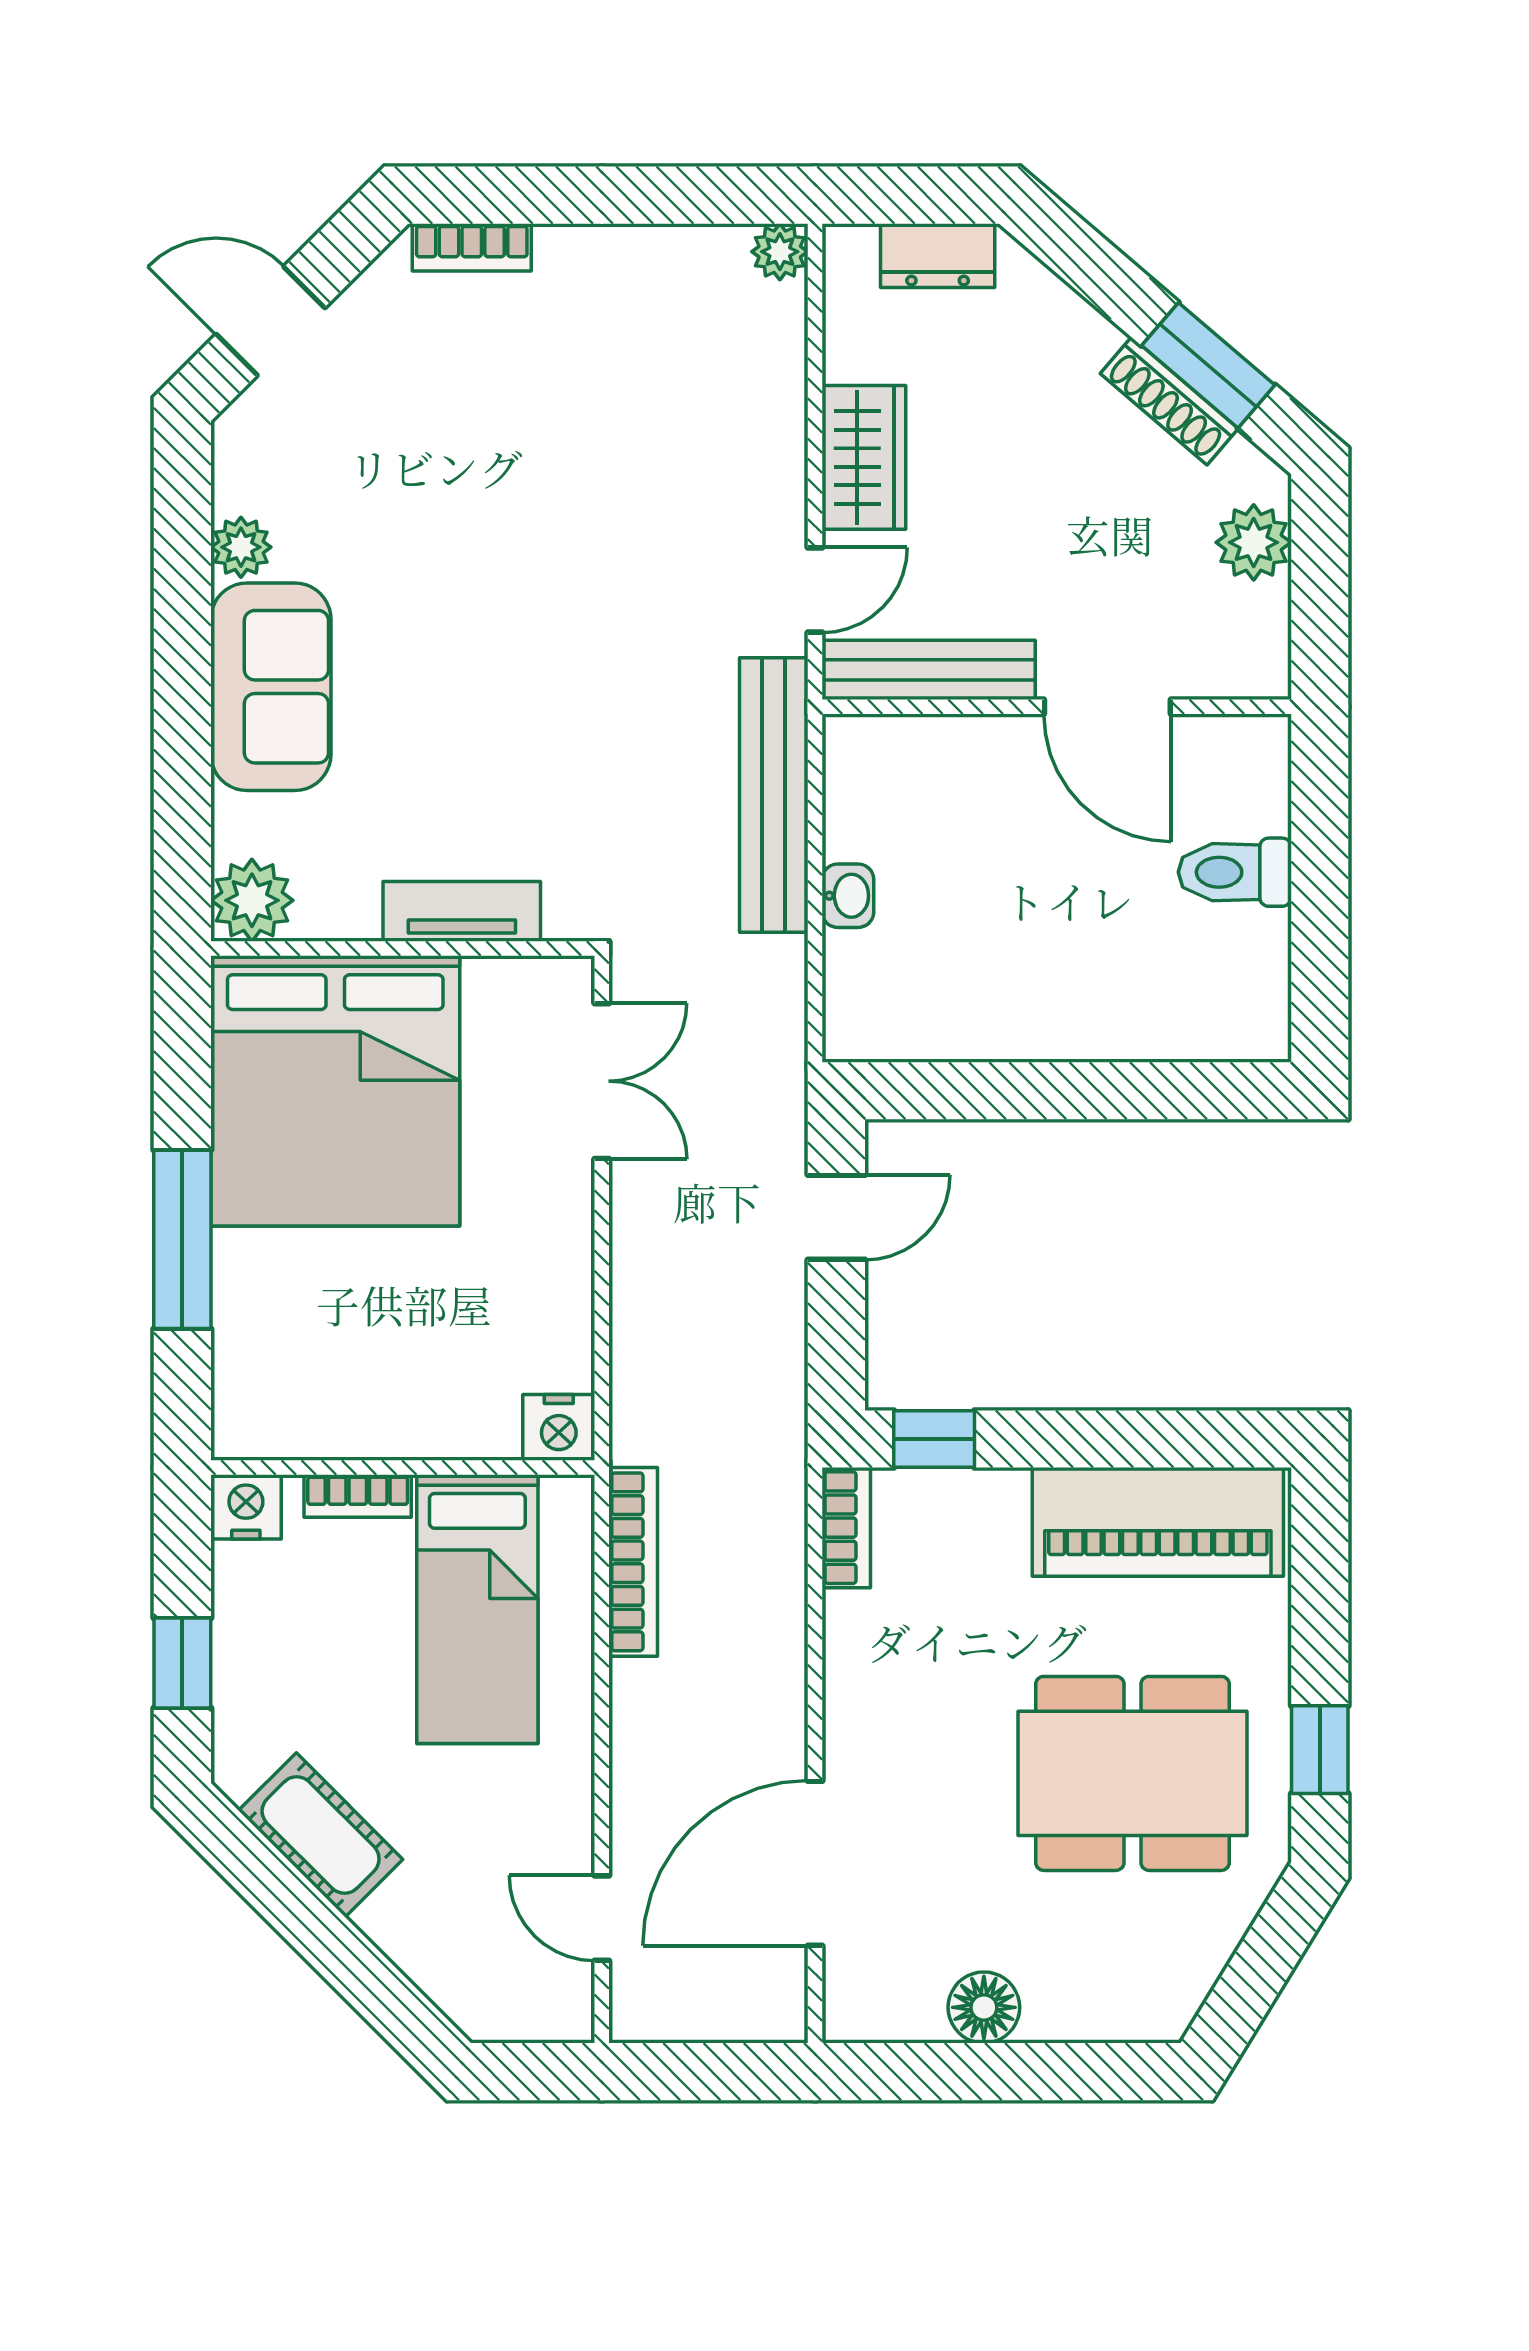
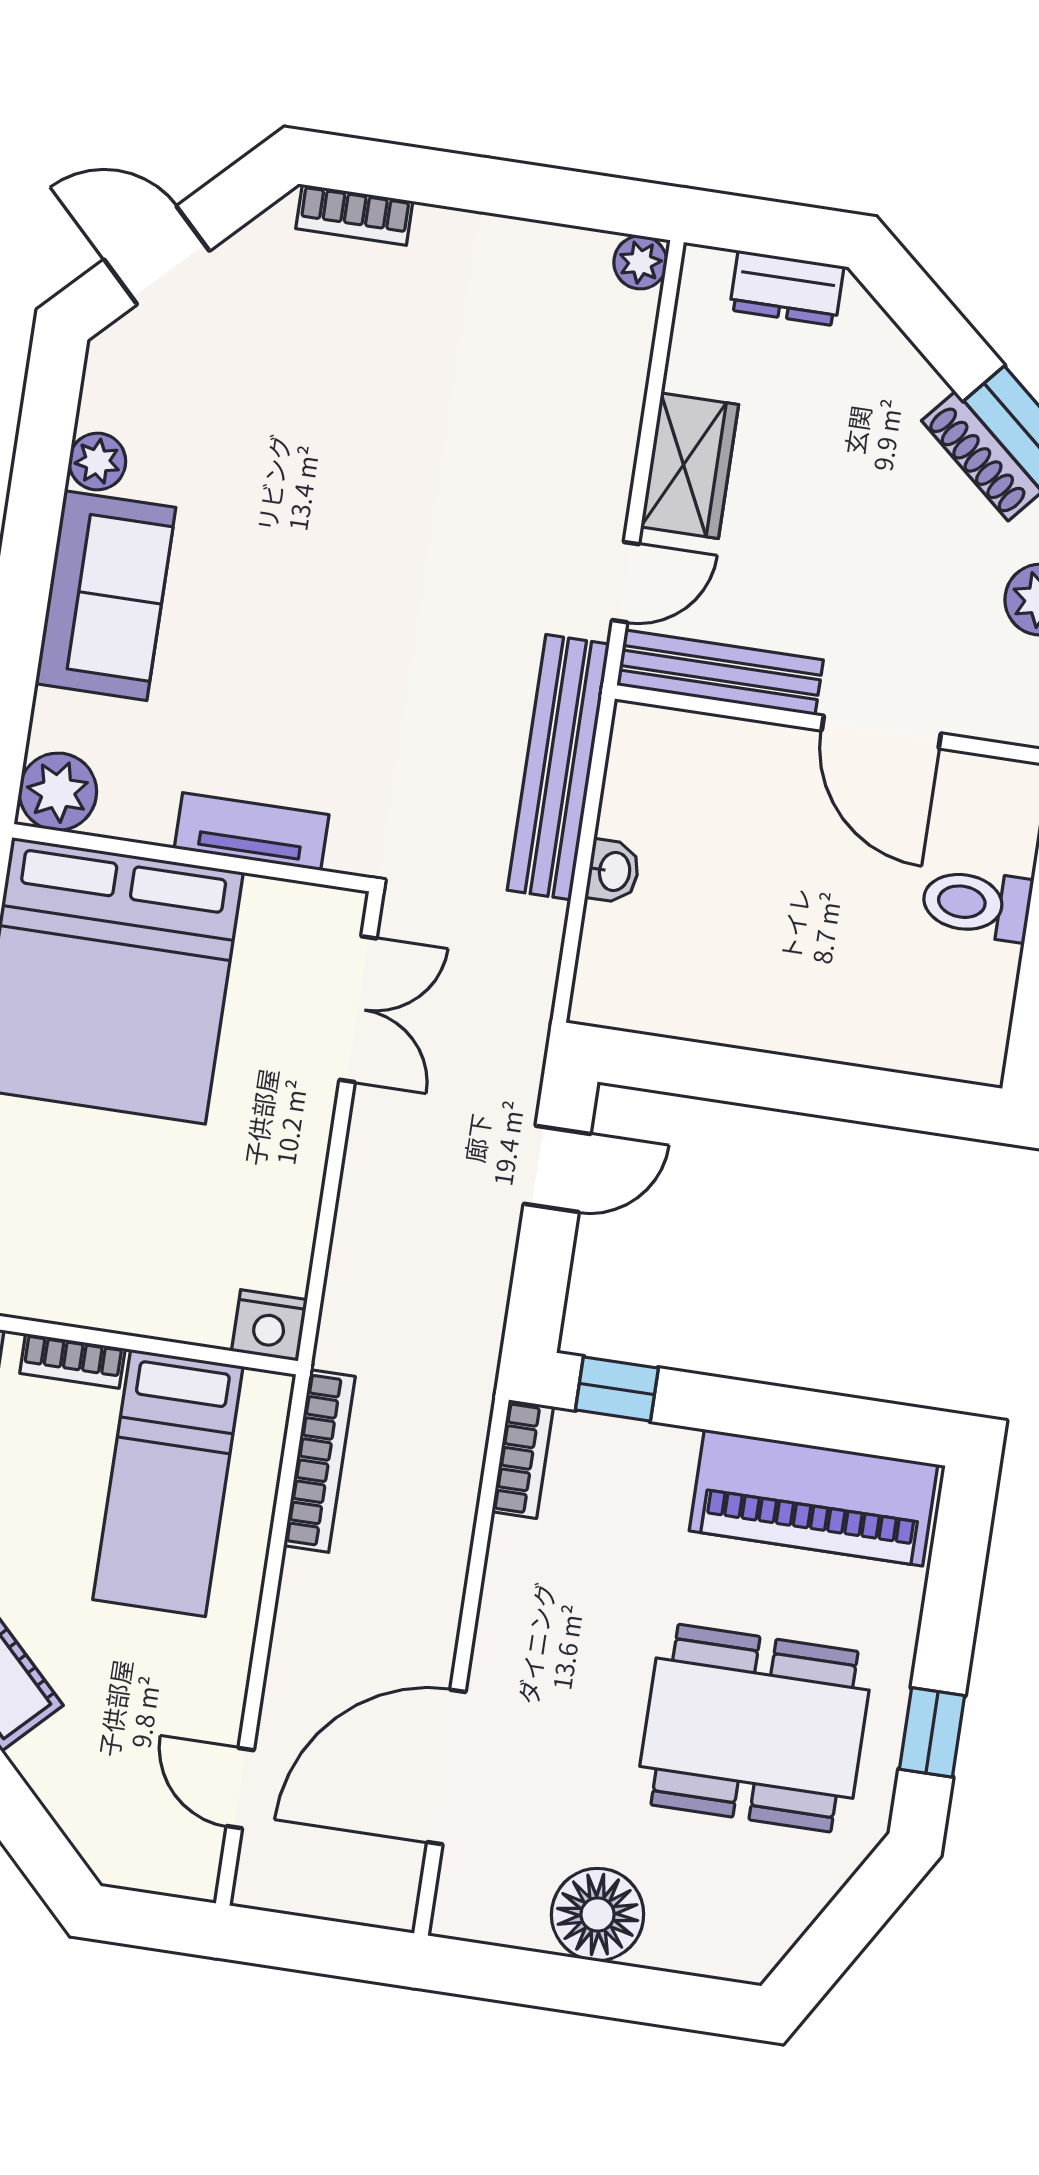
floor lamp: (984, 2007) -> (598, 1915), width x1.38, depth x1.38

